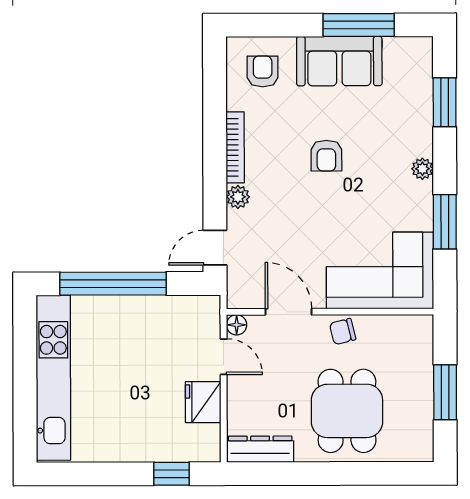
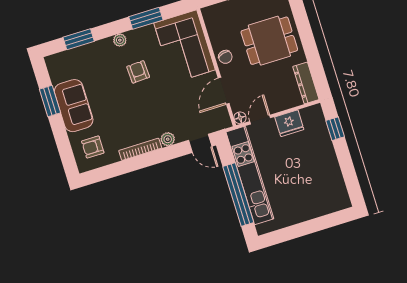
window: (359, 25) -> (50, 101), width x0.69
armchair: (326, 156) -> (138, 72), moved, turned -93
kitchen unit: (53, 378) -> (250, 175), moved, turned 90

